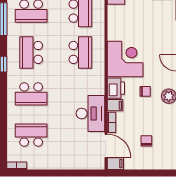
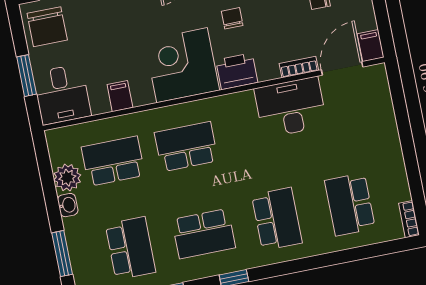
filing cabinet: (115, 105) -> (120, 96), moved

